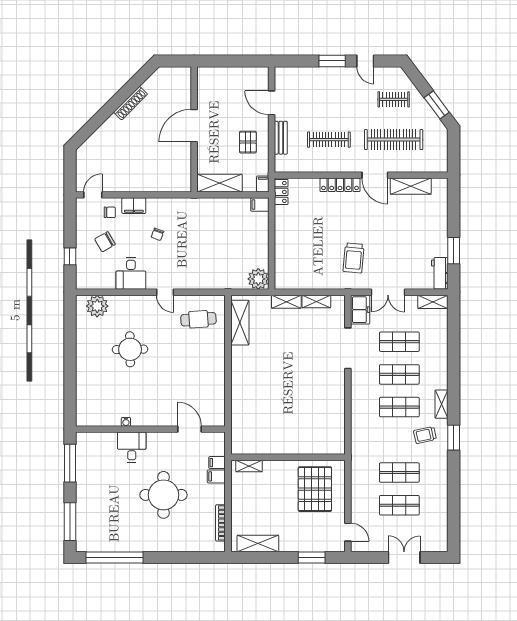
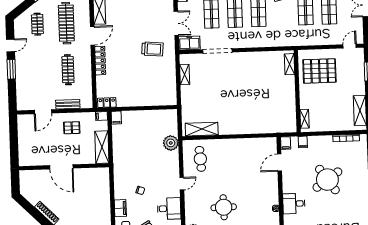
plant: (258, 279) -> (171, 143), moved
shelving: (286, 302) -> (290, 64), moved
filing cabinet: (216, 476) -> (286, 143), moved
round table: (163, 495) -> (327, 180), turned -35

